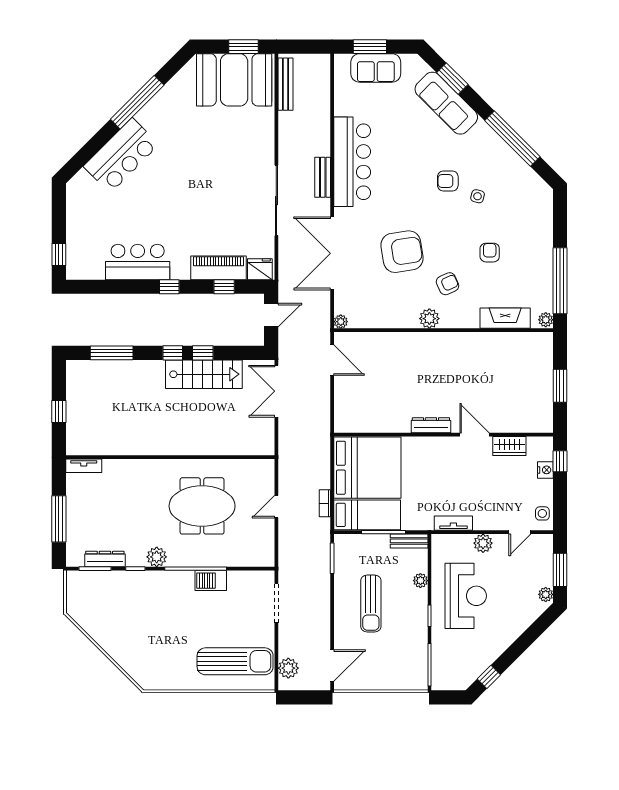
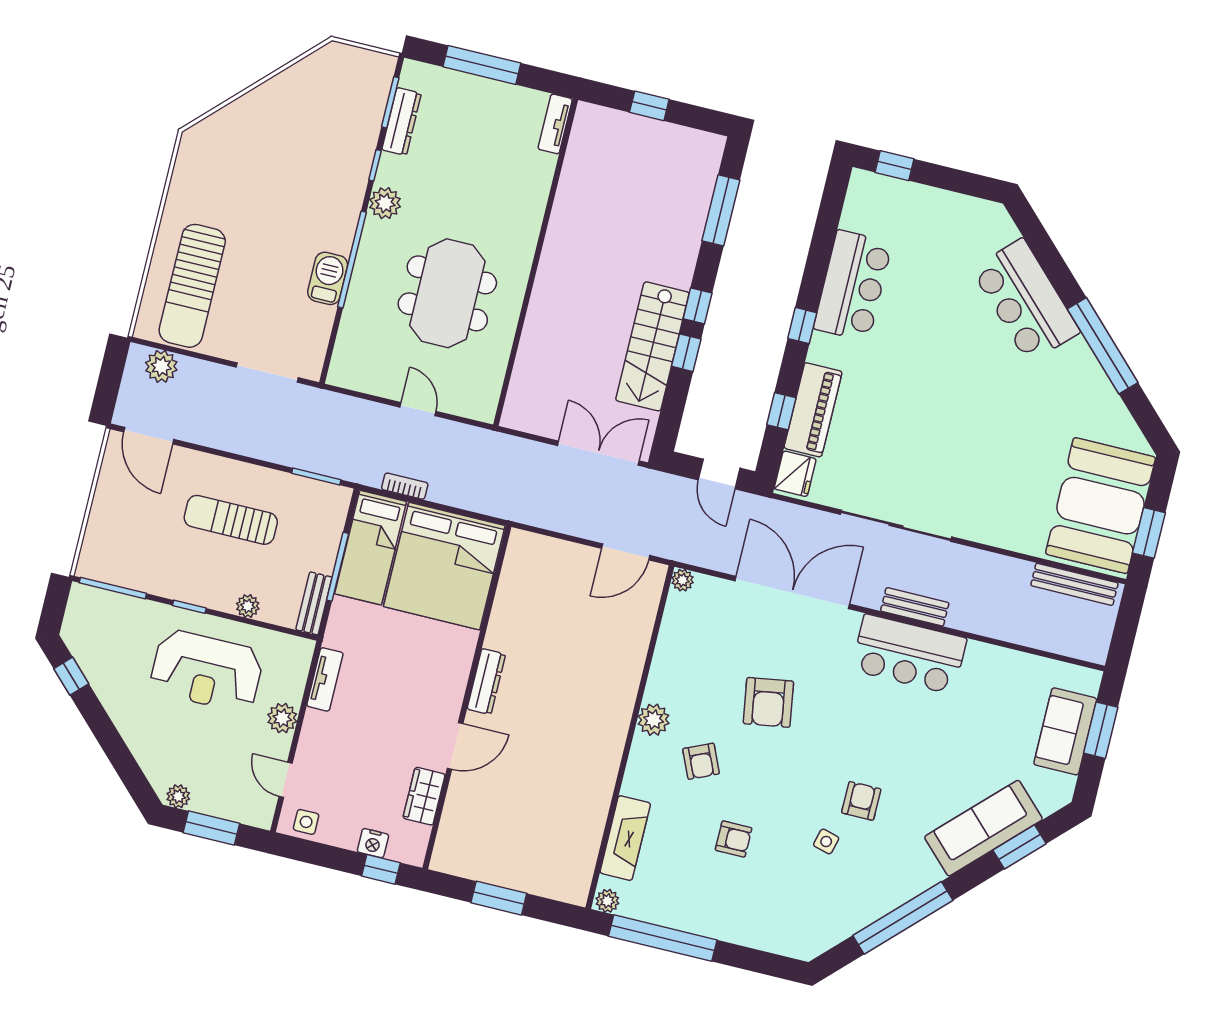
bar counter: (352, 162) -> (909, 654), width x0.73
armchair: (402, 252) -> (768, 702), width x0.73, depth x0.73

